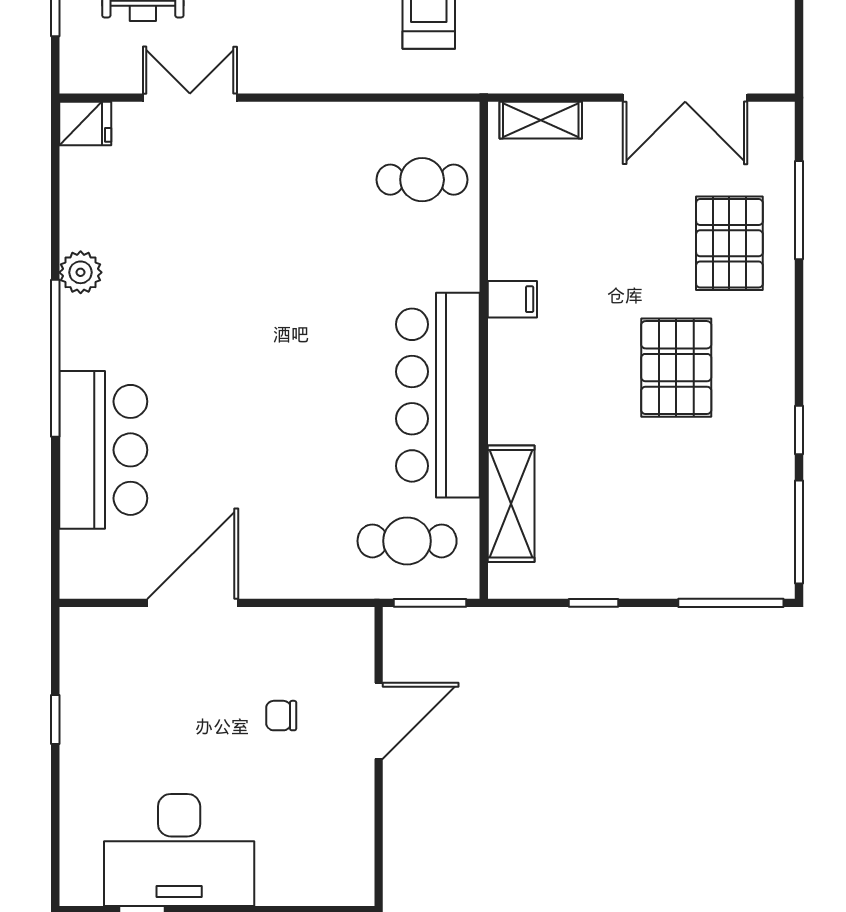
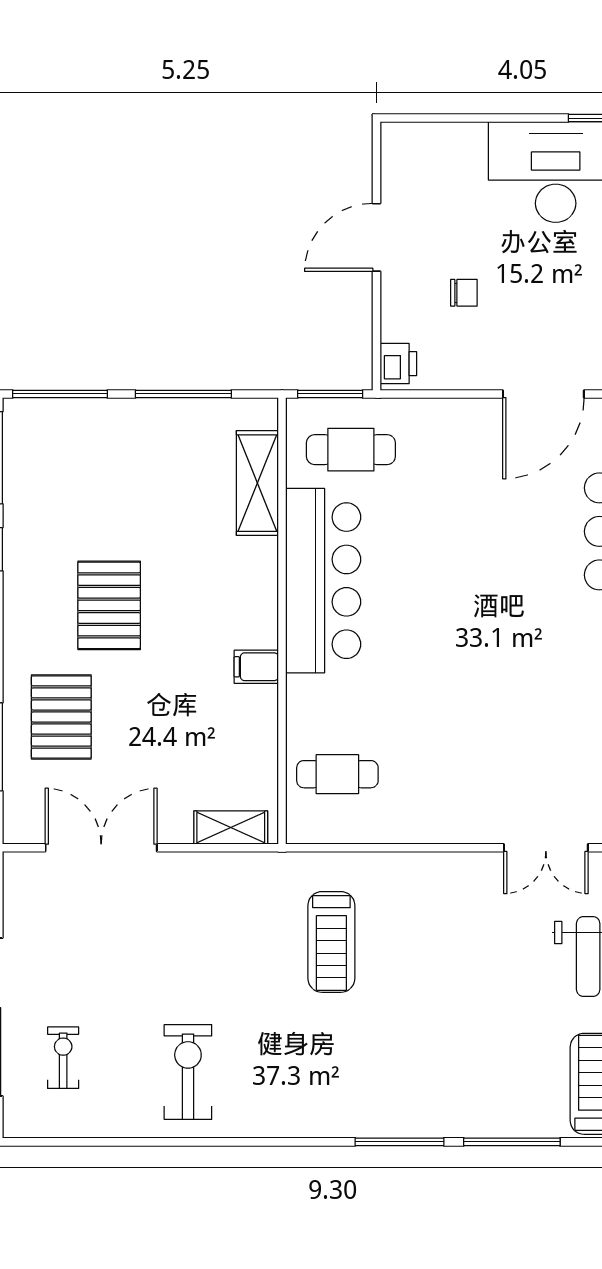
window: (594, 603) -> (183, 394), width x2.17
printer: (354, 637) -> (398, 364), added
door: (379, 721) -> (376, 237), moved

